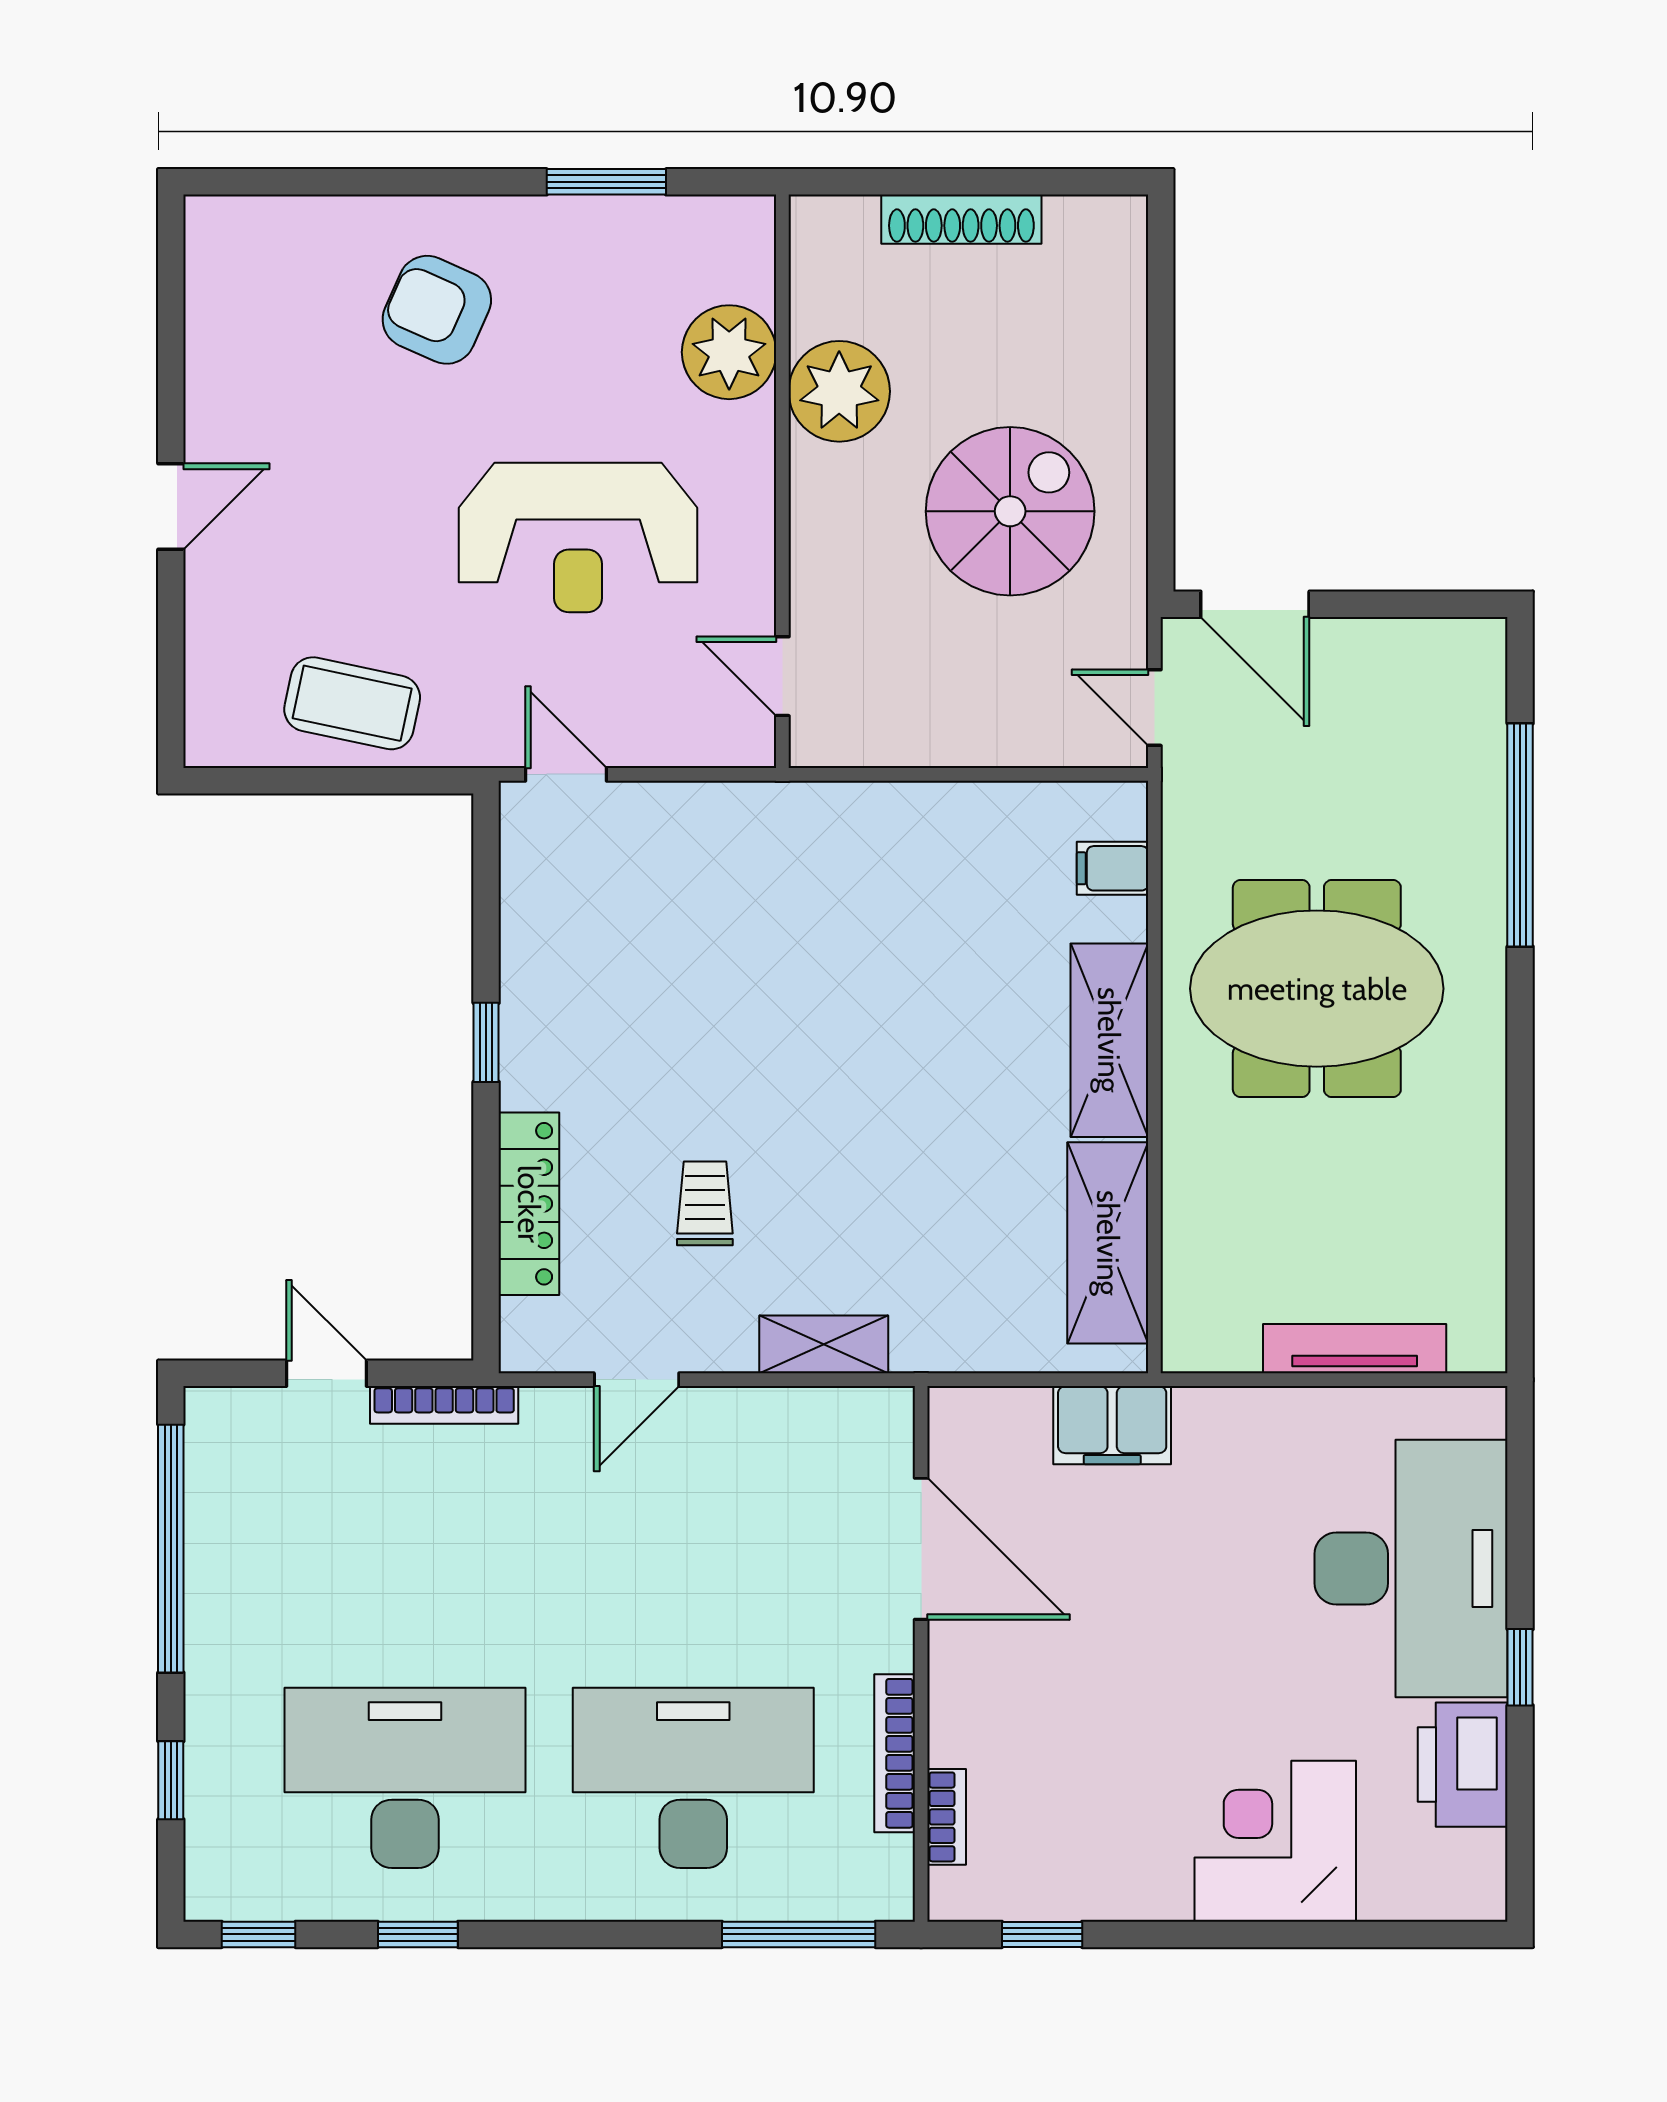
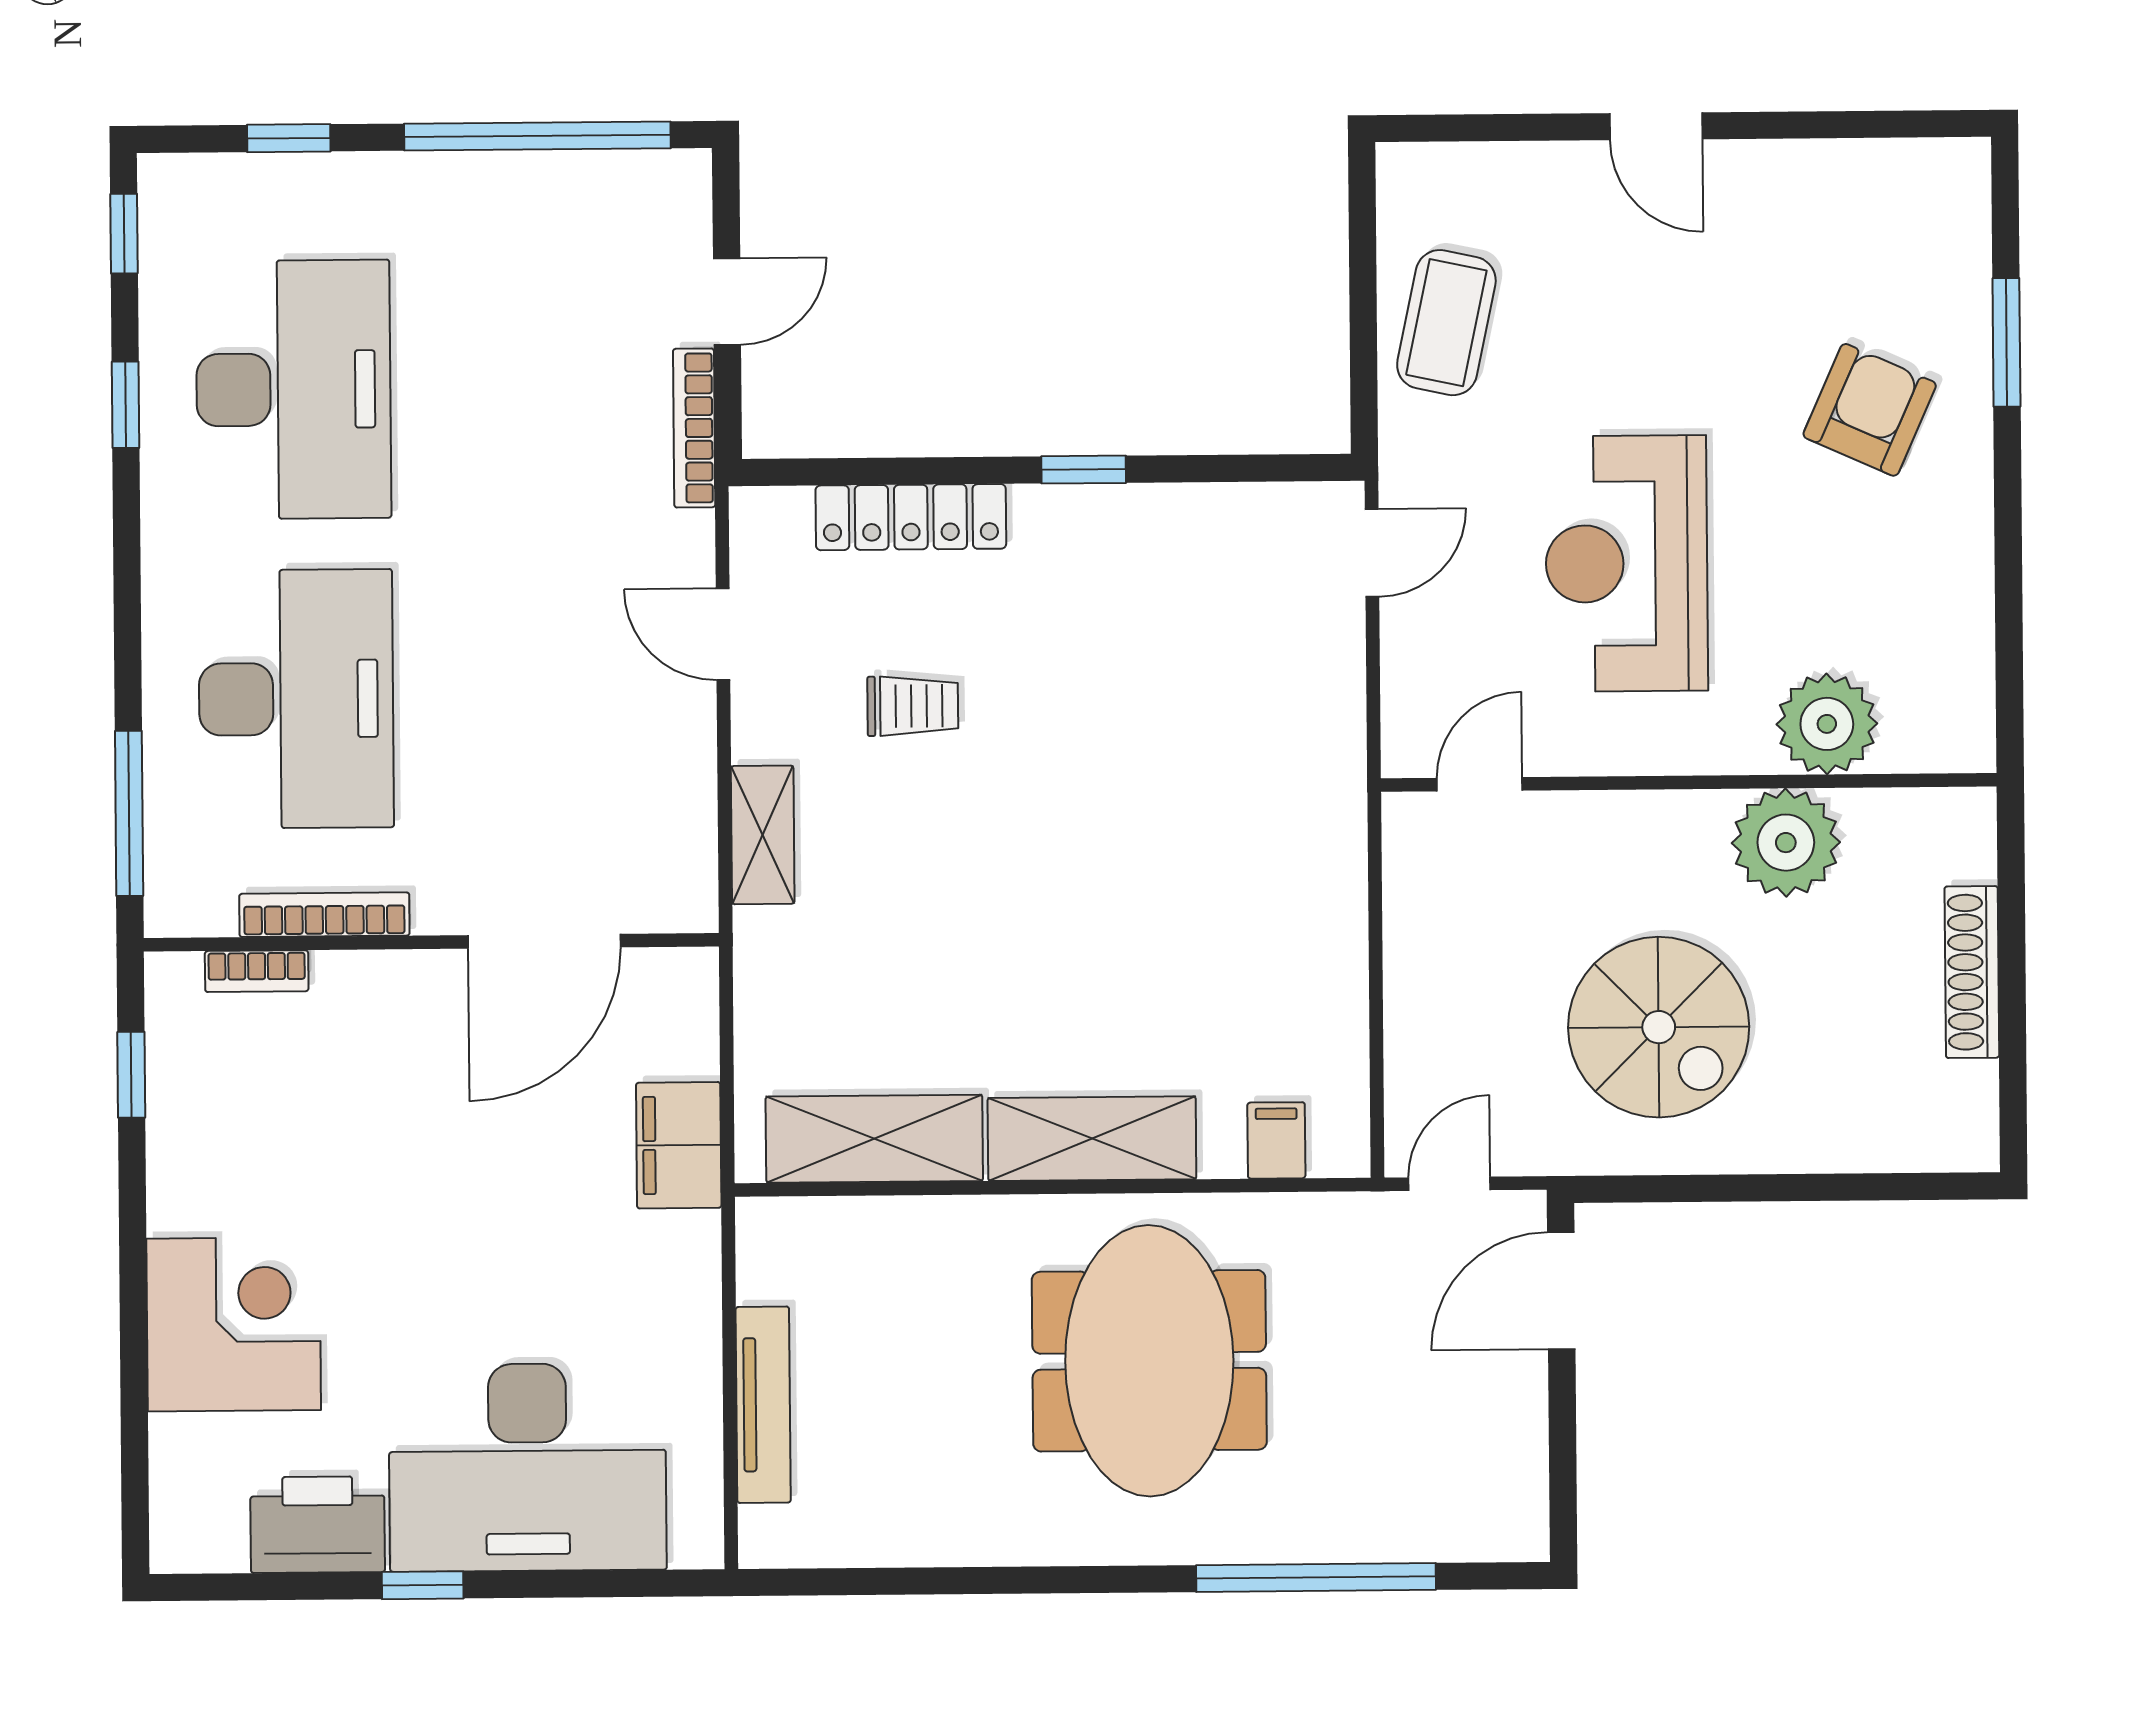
window: (606, 182) -> (2006, 342), moved

